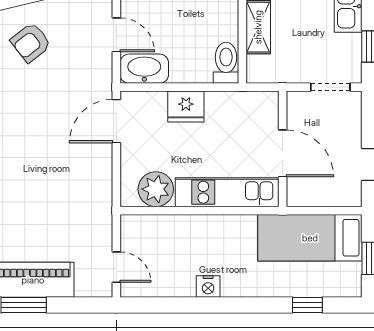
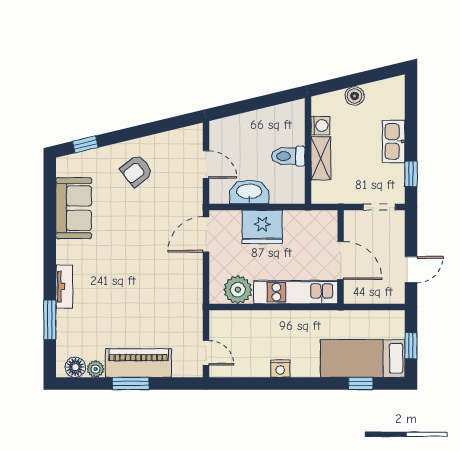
toilet: (226, 63) -> (288, 156), moved, turned -90
washbasin: (144, 69) -> (249, 192), moved
fridge: (186, 107) -> (262, 227), width x1.36, depth x1.34
bed: (310, 238) -> (363, 358), moved

